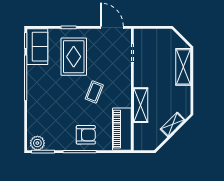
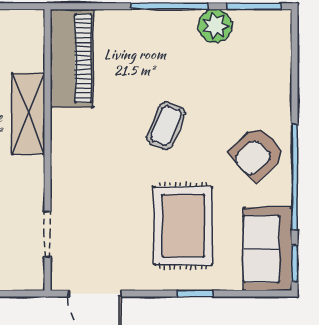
coffee table: (94, 92) -> (166, 126), moved
armchair: (86, 135) -> (257, 154), moved, turned -43
plant: (37, 143) -> (215, 26), moved

